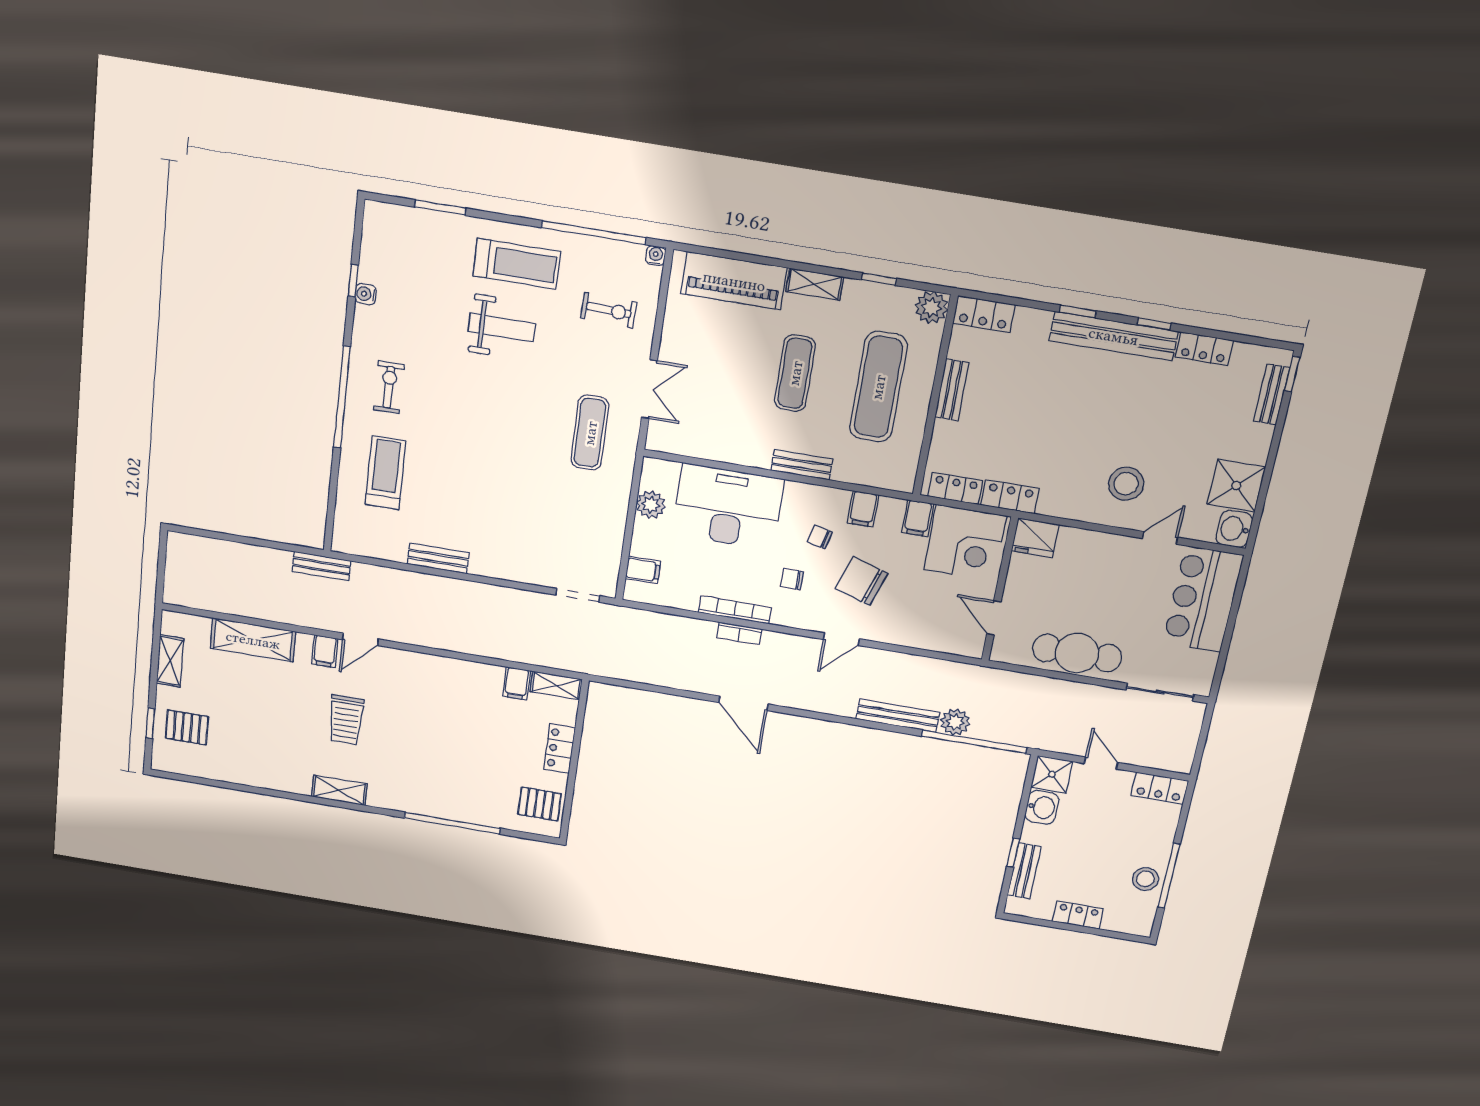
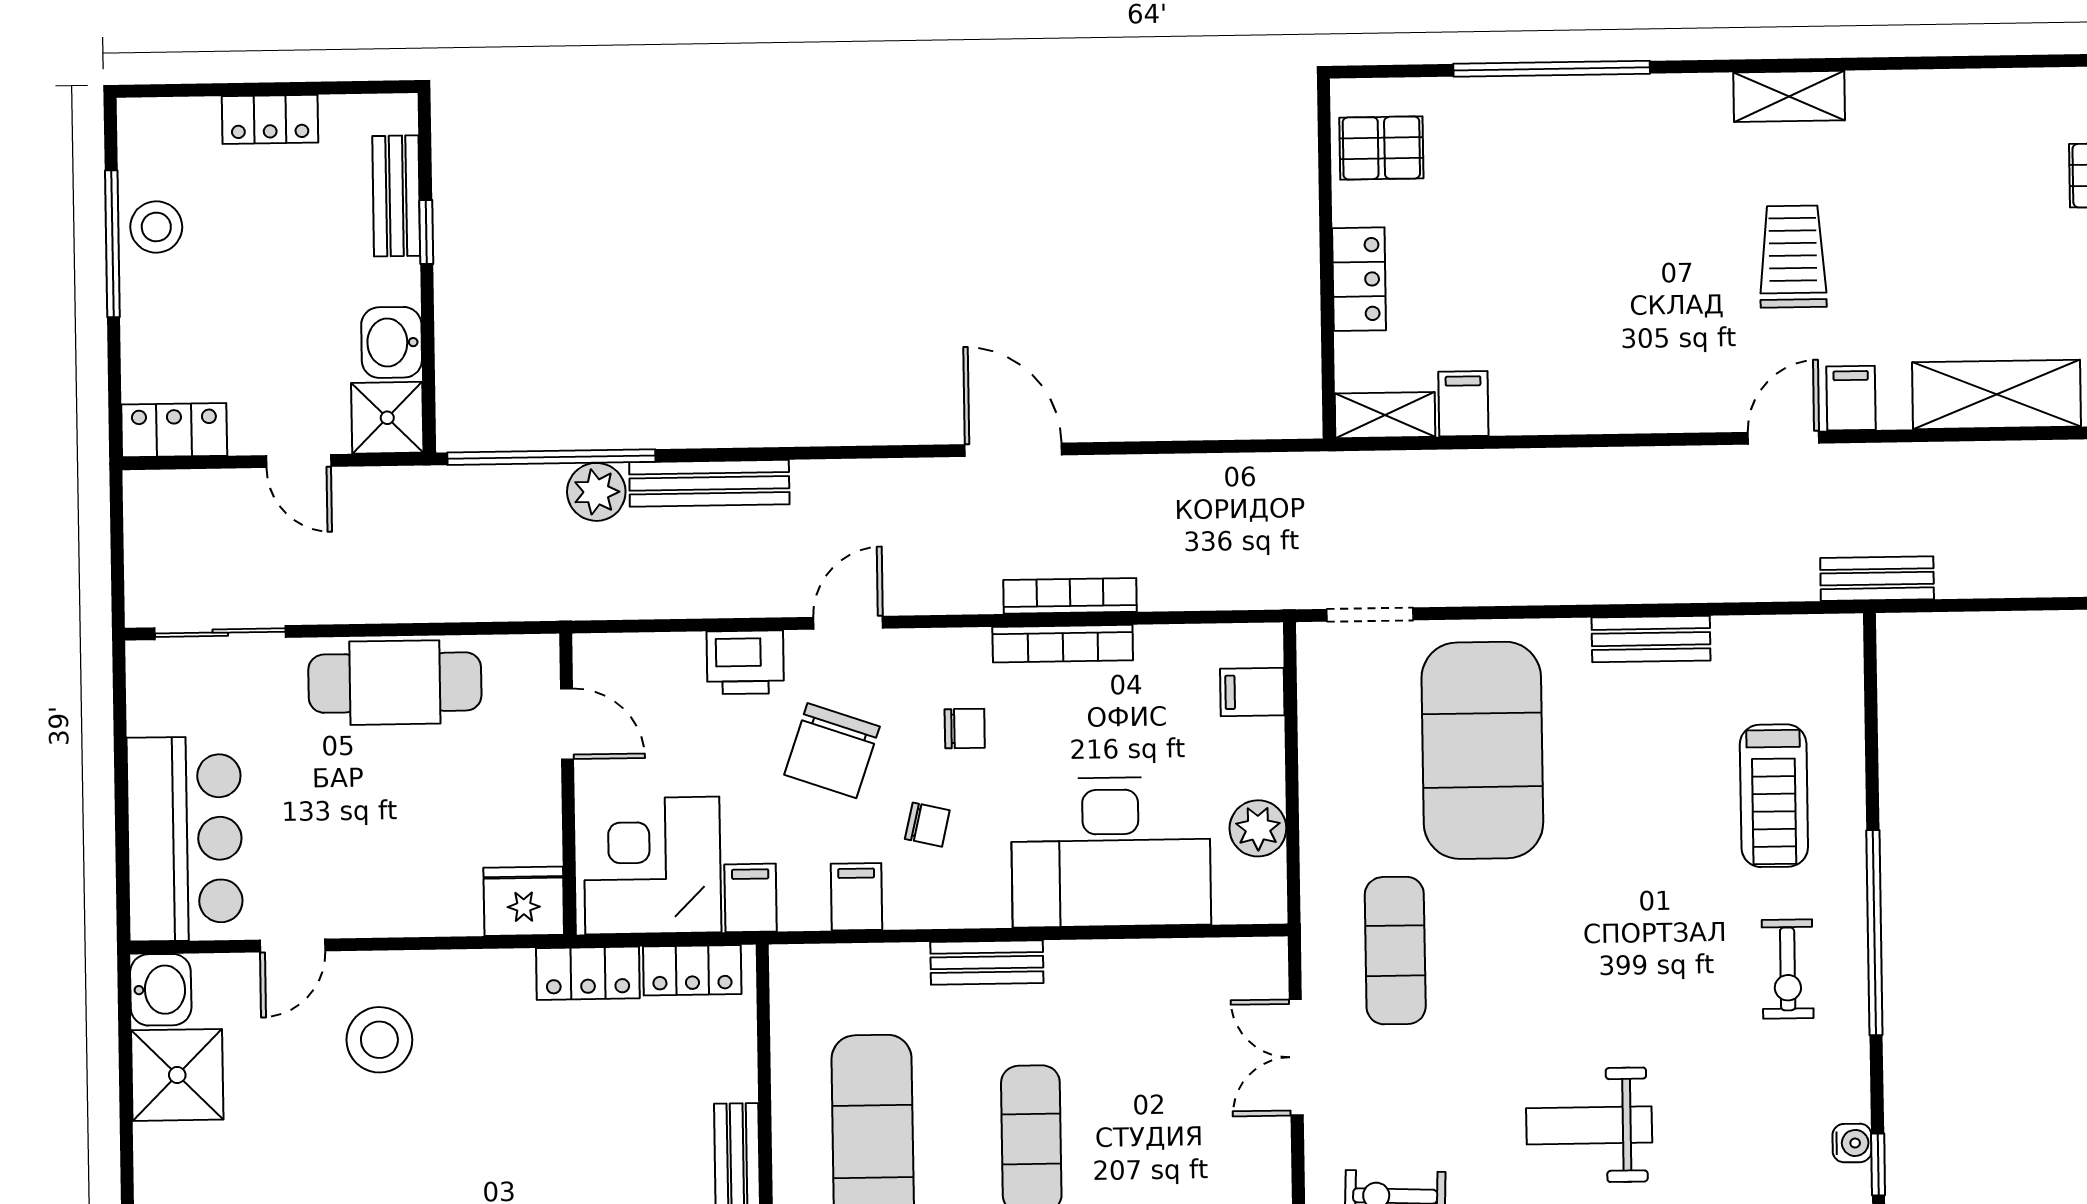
exercise mat: (531, 521) -> (1482, 750), added
chair: (862, 581) -> (832, 751), turned 91
printer: (897, 630) -> (745, 662), added
bookcase: (739, 633) -> (1070, 596), width x1.56

